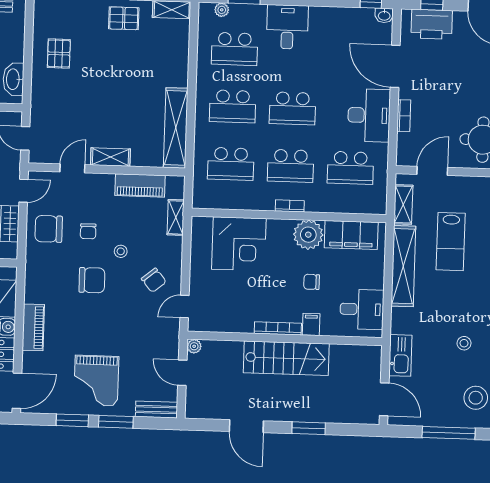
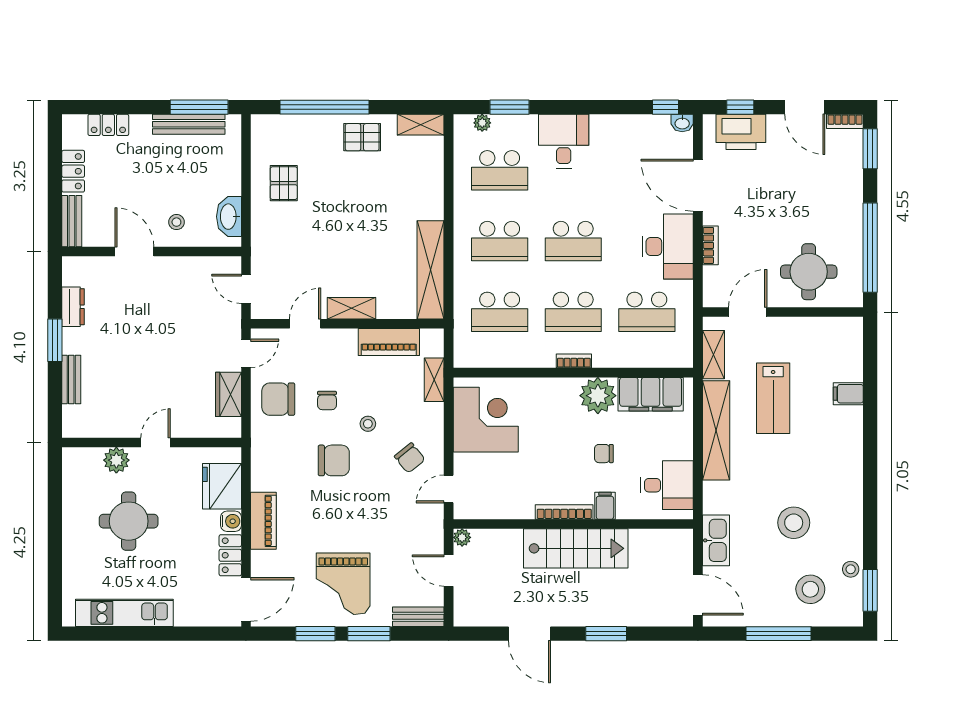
corner desk: (239, 244) -> (486, 420), moved, turned -90
stool: (464, 343) -> (794, 523), width x1.89, depth x1.89

